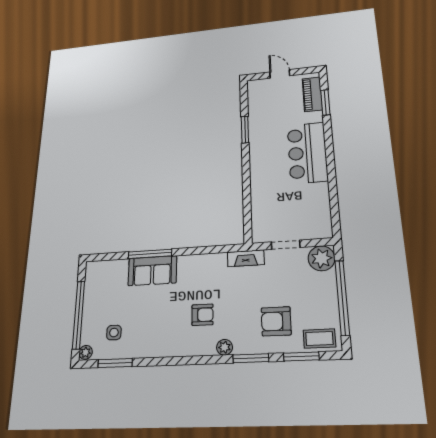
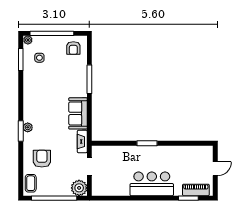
window: (245, 130) -> (147, 143), moved
sofa: (152, 271) -> (78, 113), moved
armchair: (202, 315) -> (73, 48), moved
window: (301, 357) -> (21, 172), removed
window: (251, 358) -> (21, 131), moved

